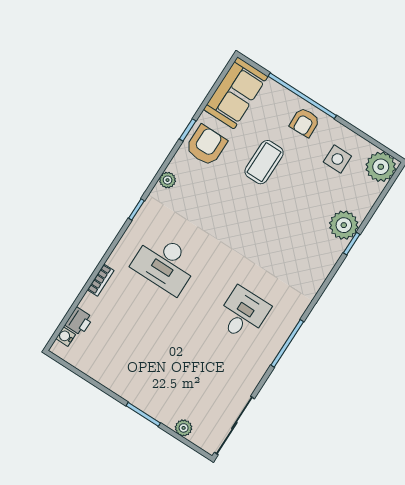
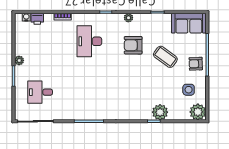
armchair: (206, 145) -> (133, 45), moved, turned 180
coffee table: (264, 162) -> (165, 57), turned 36
desk: (243, 314) -> (40, 92), moved, turned 180
plant: (184, 428) -> (19, 60), moved

